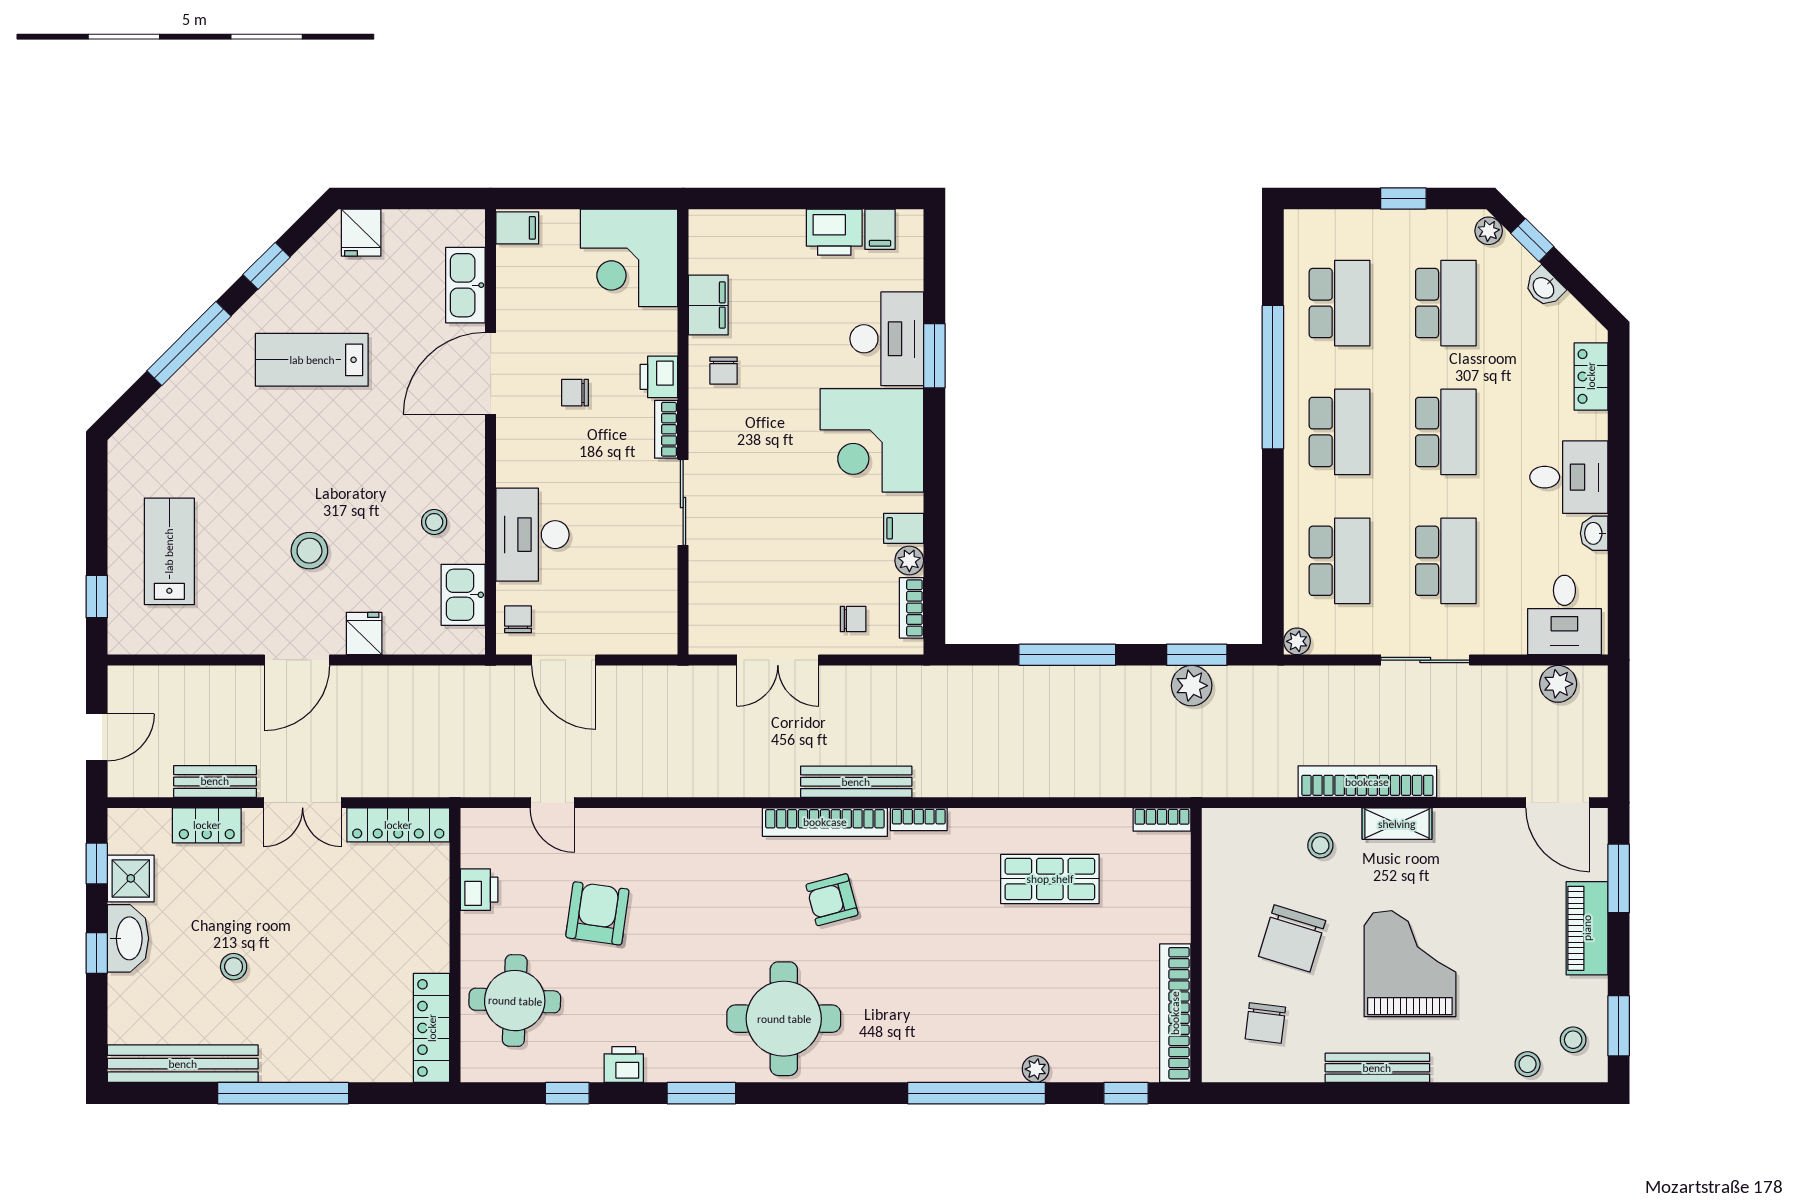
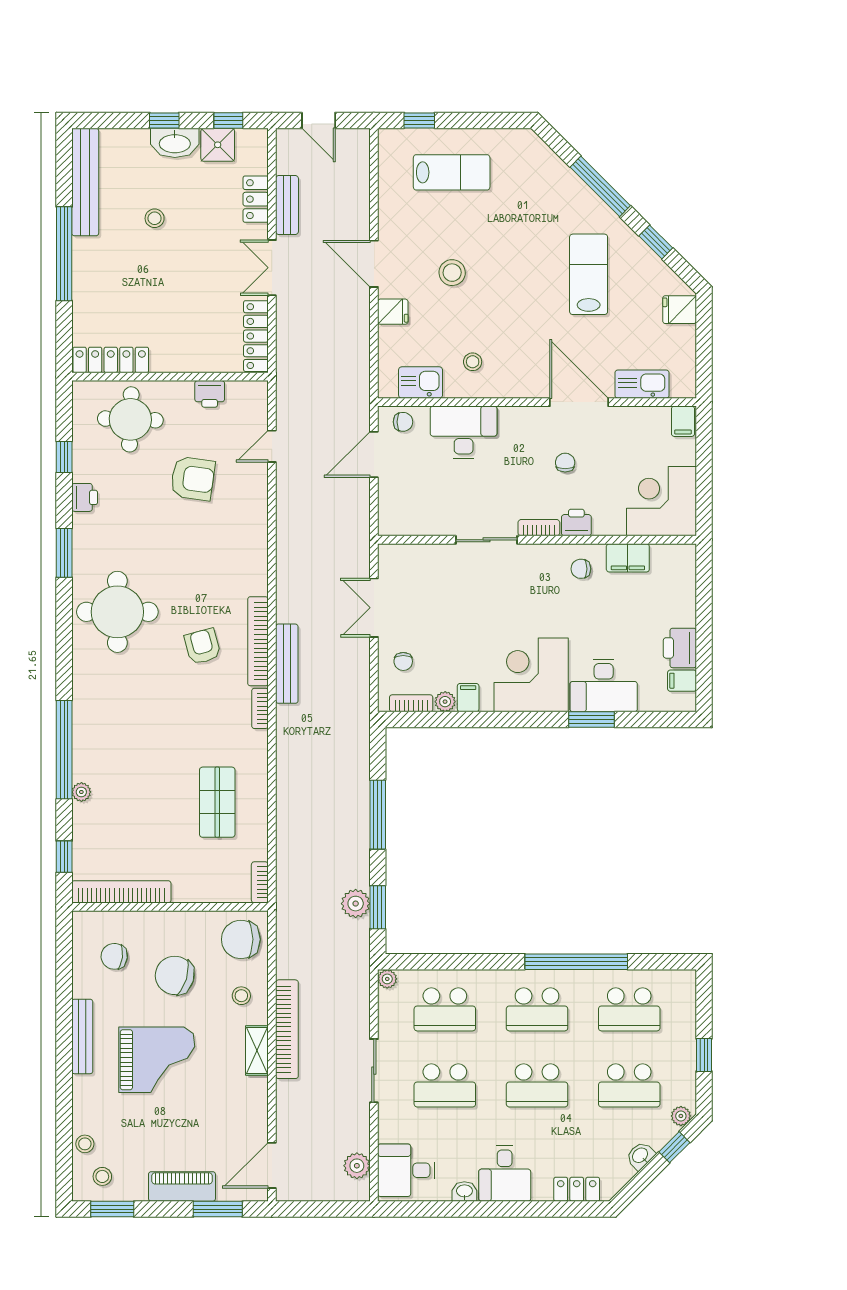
chair: (1242, 846) -> (241, 939), added

